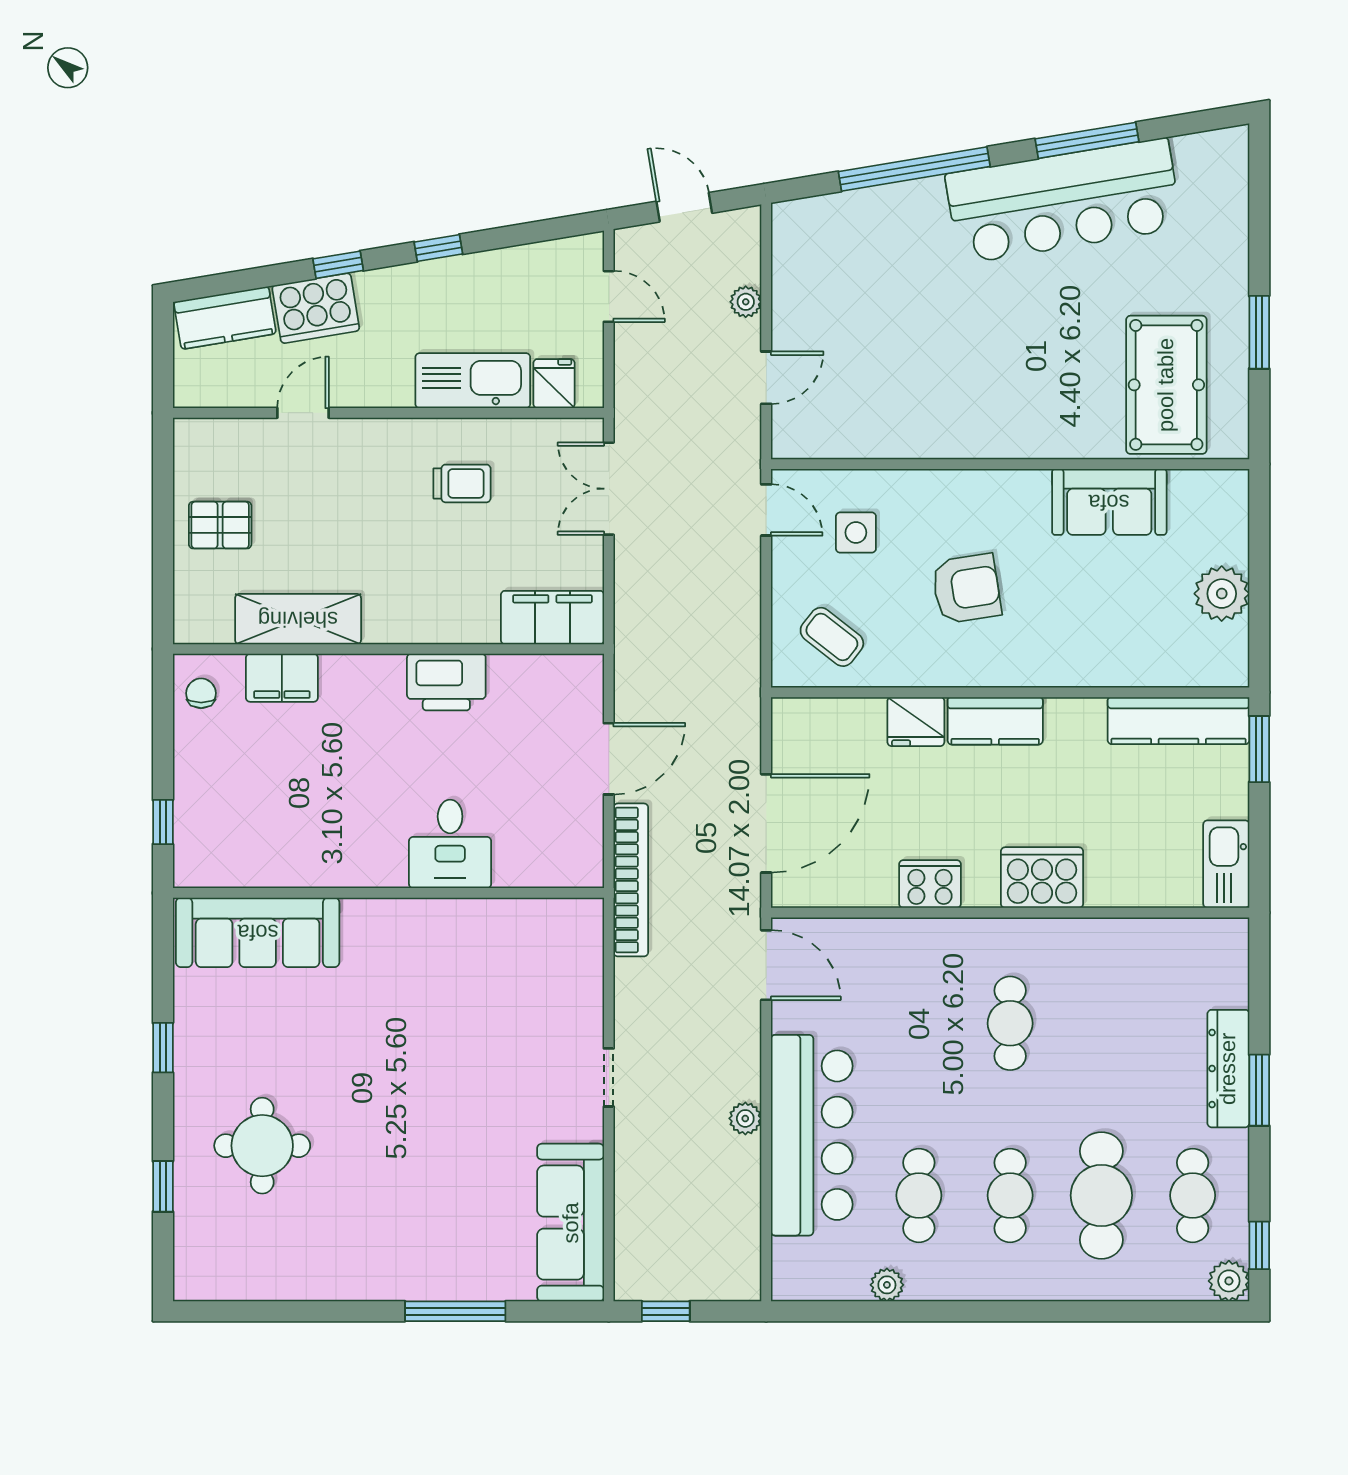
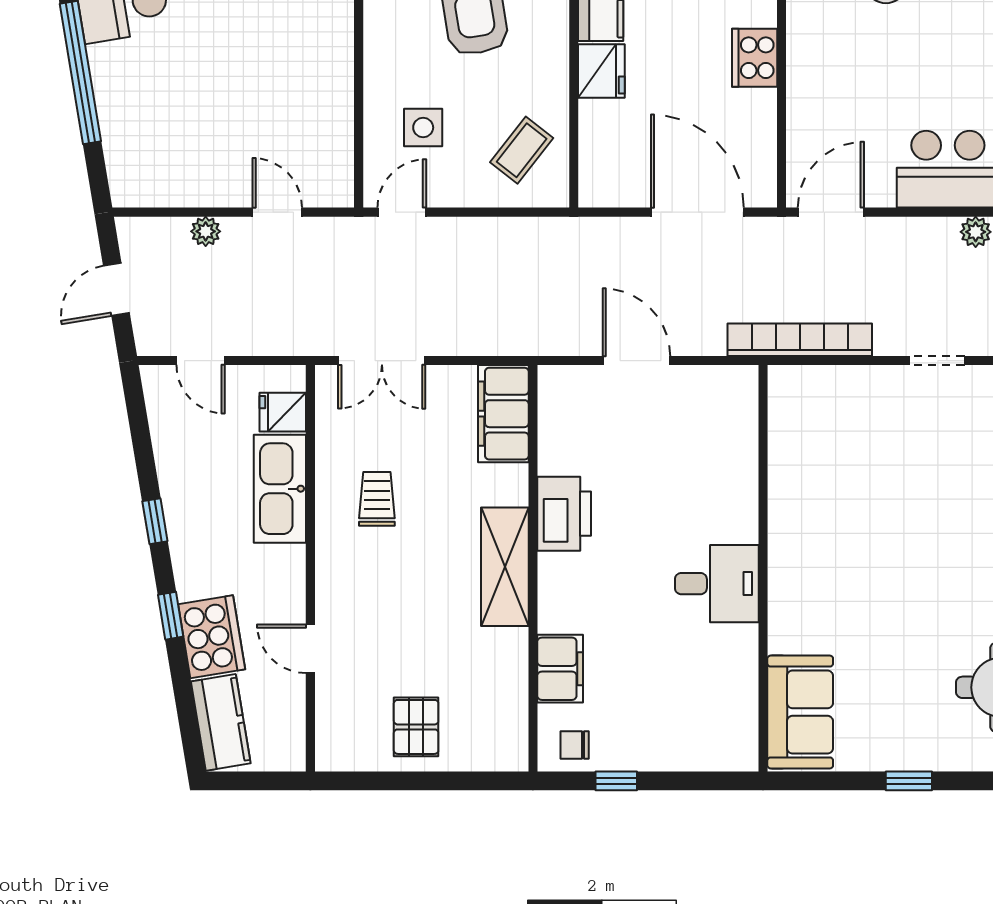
door: (609, 296) -> (201, 361), swing flipped
shelving: (298, 619) -> (505, 567), moved
window: (163, 822) -> (616, 781), moved
desk: (450, 844) -> (717, 584), moved
bookcase: (631, 880) -> (800, 340), moved
sofa: (258, 932) -> (800, 712), width x0.73

